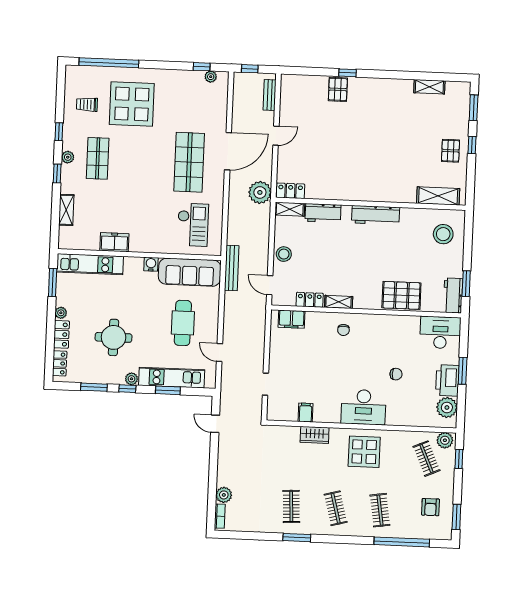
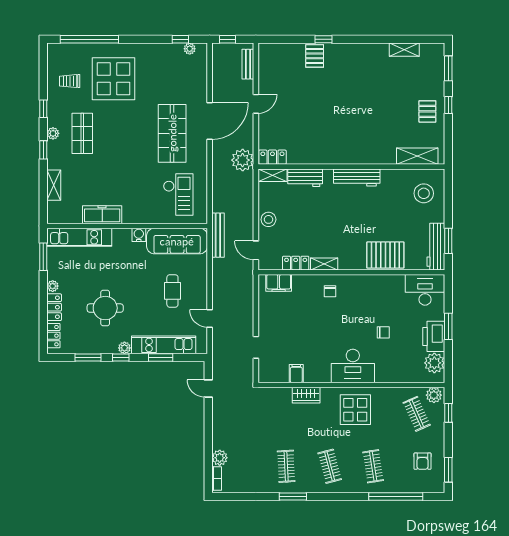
freezer: (114, 242) -> (102, 215), width x1.40
workbench: (453, 295) -> (436, 247), width x1.38
cafe table: (183, 323) -> (172, 291), width x0.73, depth x0.74

